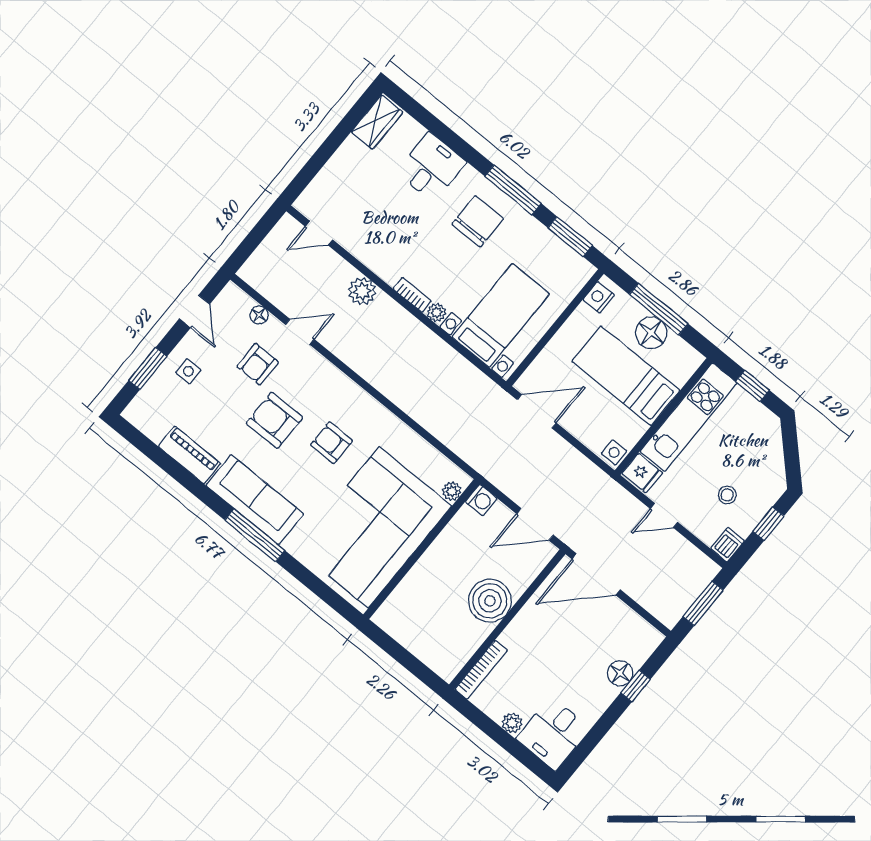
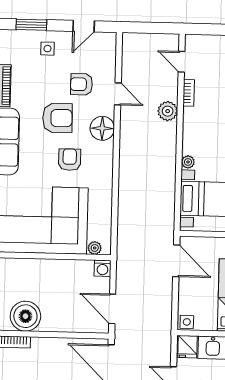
bookcase: (412, 295) -> (189, 93), moved
floor lamp: (259, 315) -> (102, 128), moved, width x1.89, depth x1.89
armchair: (274, 420) -> (57, 118), turned 89
boiler: (490, 601) -> (25, 316), moved

